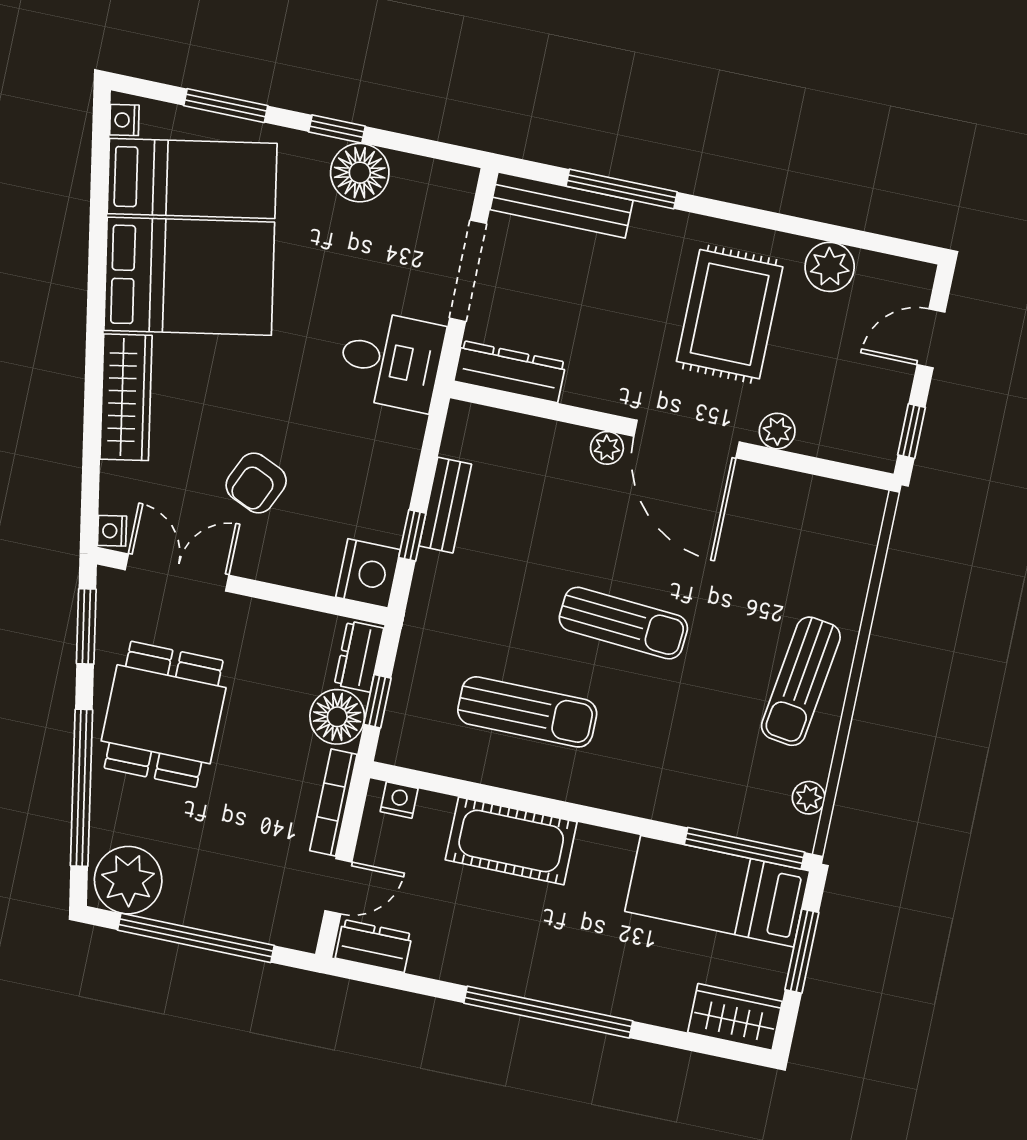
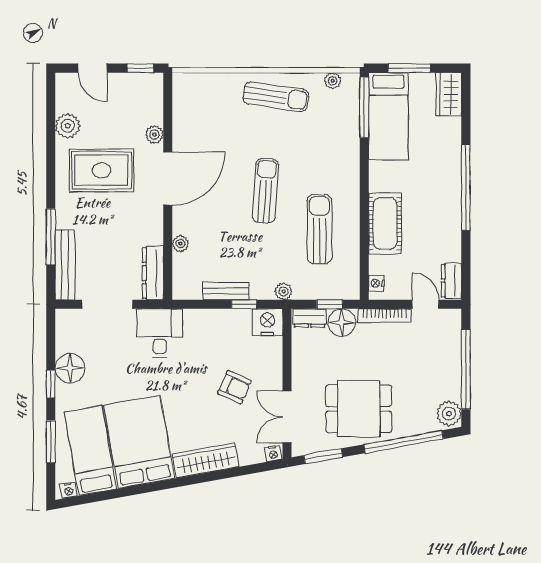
plant: (607, 448) -> (180, 244), moved
plant: (421, 617) -> (284, 291), added
plant: (128, 880) -> (449, 414), width x0.73, depth x0.73

